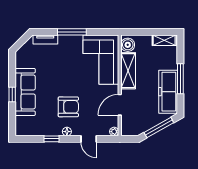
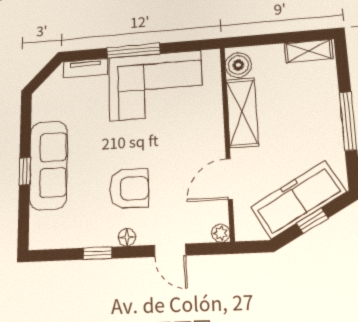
corner sofa: (101, 60) -> (155, 86), moved, turned -90
freezer: (168, 92) -> (298, 200), moved, turned 61
window: (159, 128) -> (312, 221), width x0.46

